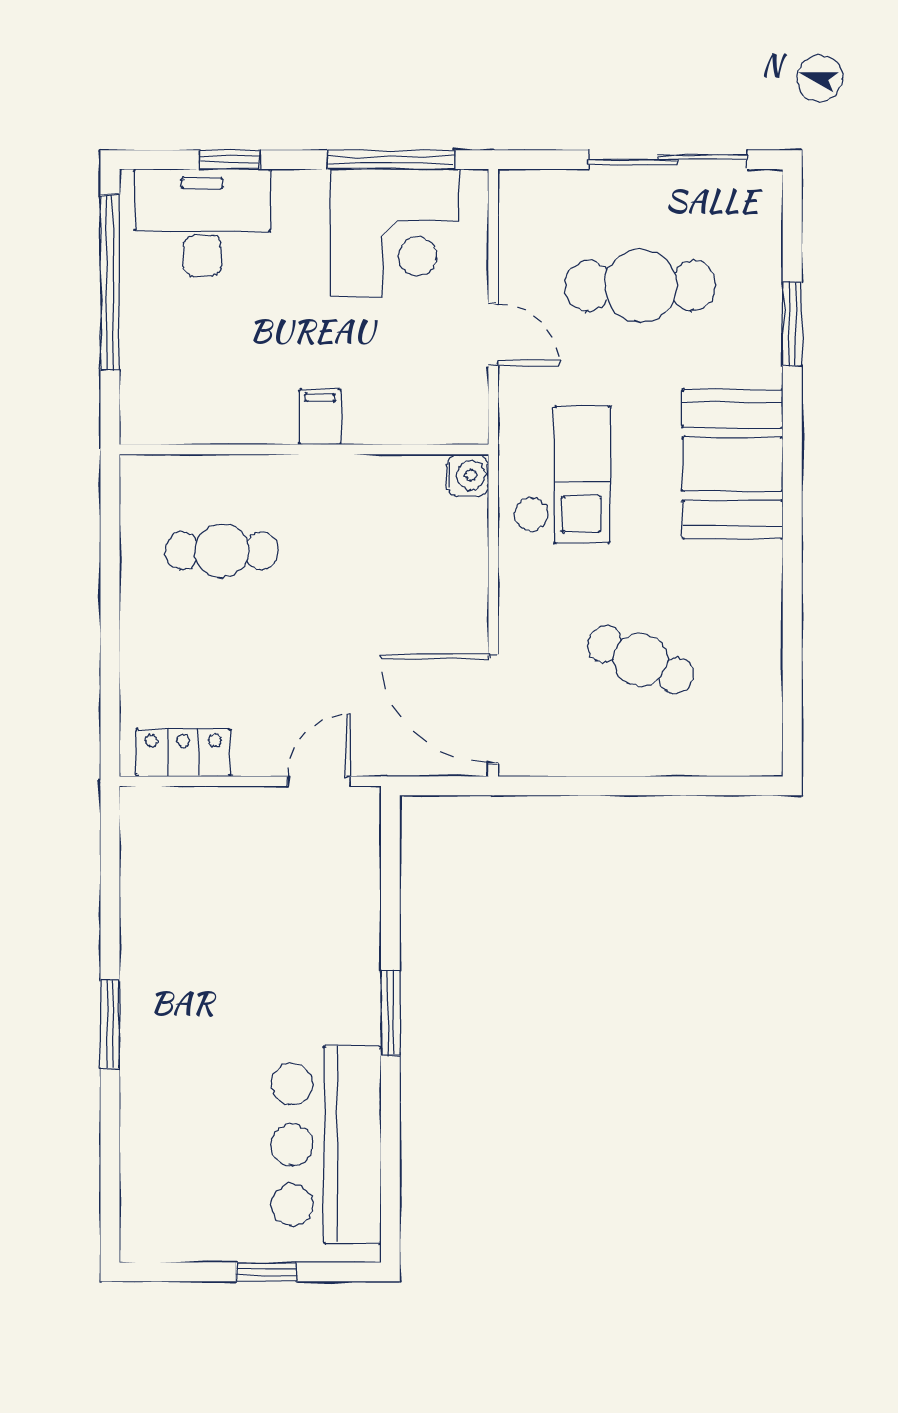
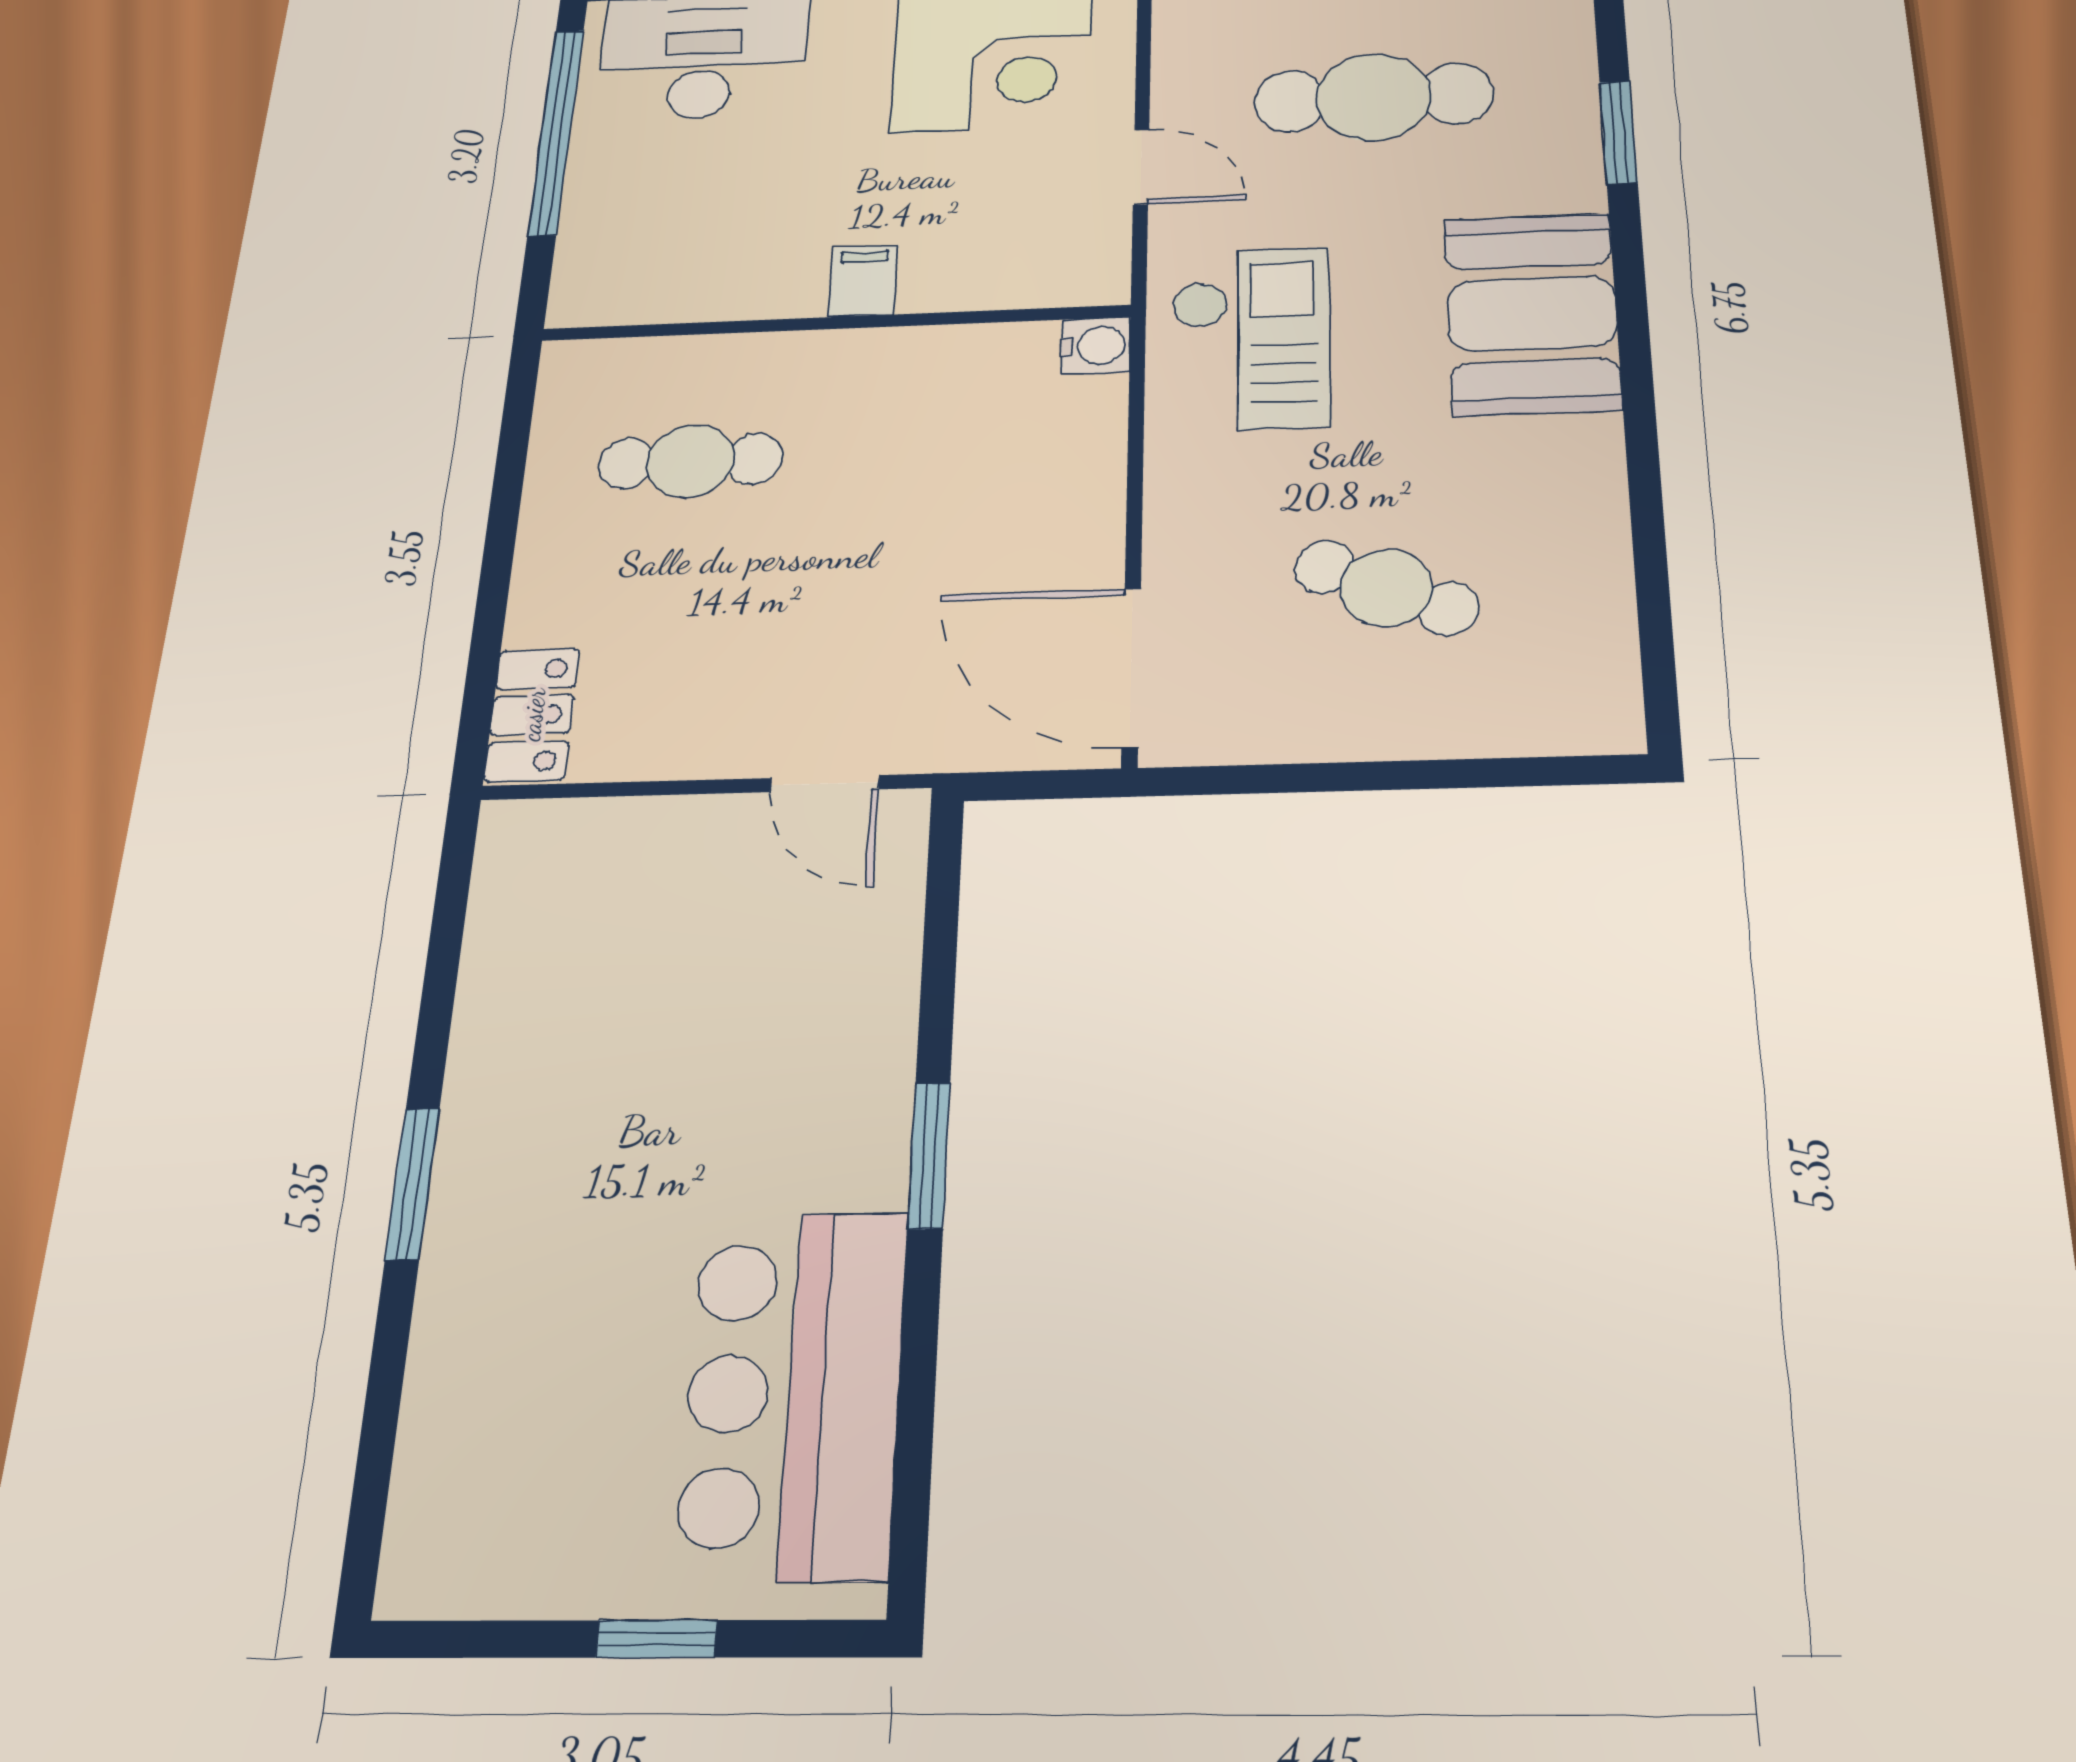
locker: (183, 753) -> (532, 715), moved, turned 90
door: (319, 781) -> (825, 784), swing flipped

